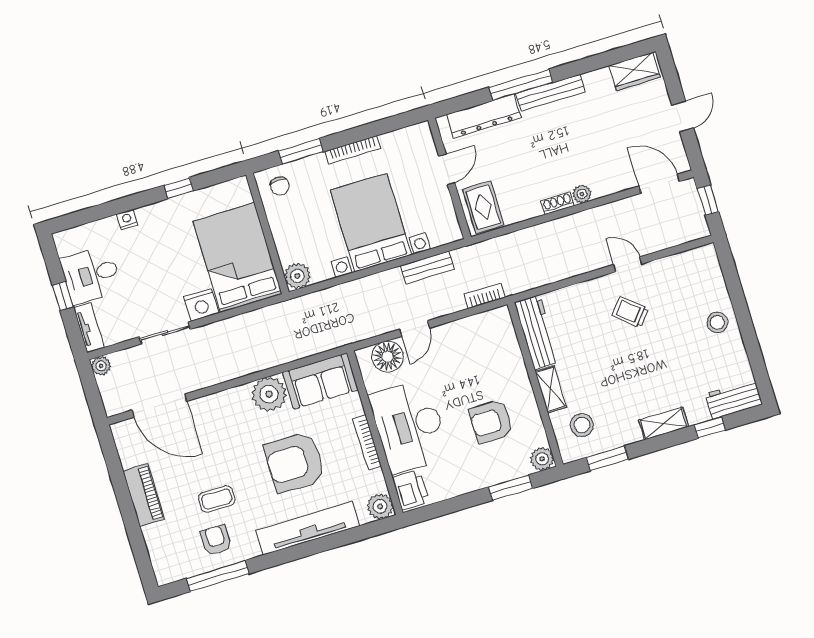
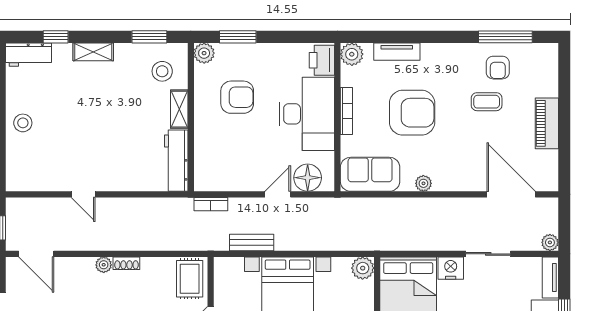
trolley: (630, 312) -> (93, 154), removed
plant: (269, 394) -> (423, 183), width x0.53, depth x0.53
tv unit: (308, 528) -> (397, 52), width x0.52, depth x0.78

